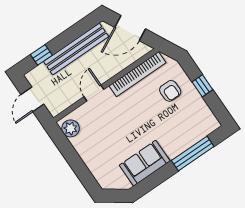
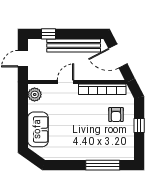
sofa: (145, 163) -> (38, 129), moved, turned 90

